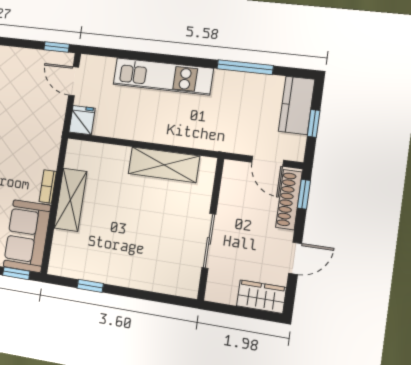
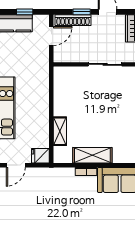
shelving: (164, 165) -> (60, 131), moved, width x0.67, depth x0.75
window: (304, 194) -> (82, 12), moved

